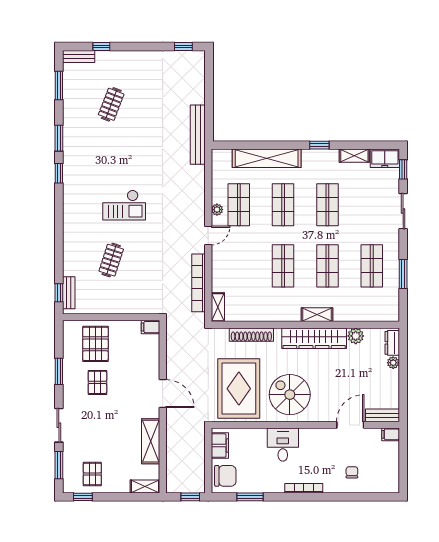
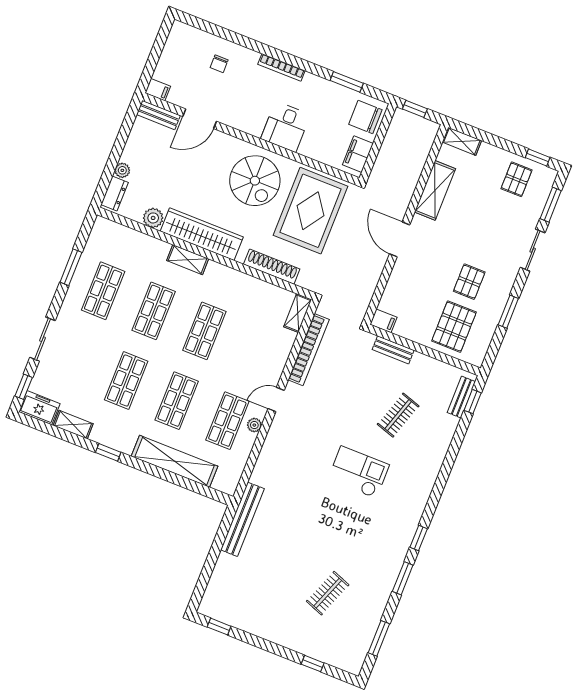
bench: (79, 56) -> (393, 350), moved

